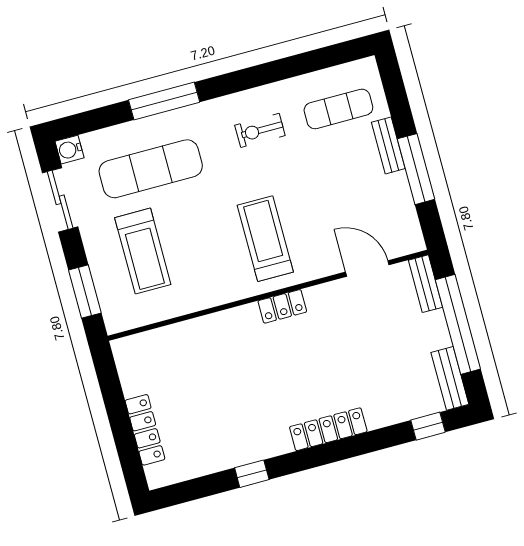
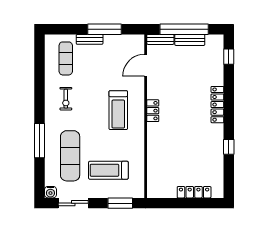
treadmill: (265, 239) -> (118, 110), turned -90
treadmill: (143, 251) -> (108, 170), turned 180
bench: (450, 378) -> (190, 40), moved

